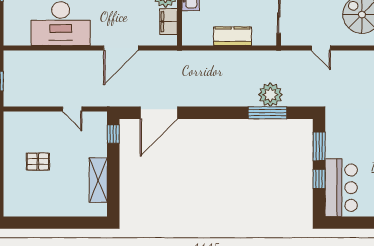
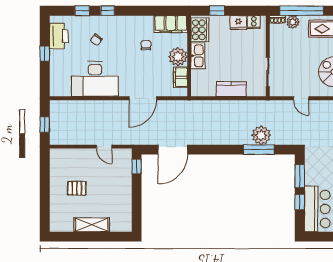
shelving: (98, 180) -> (92, 225), moved, turned 90

